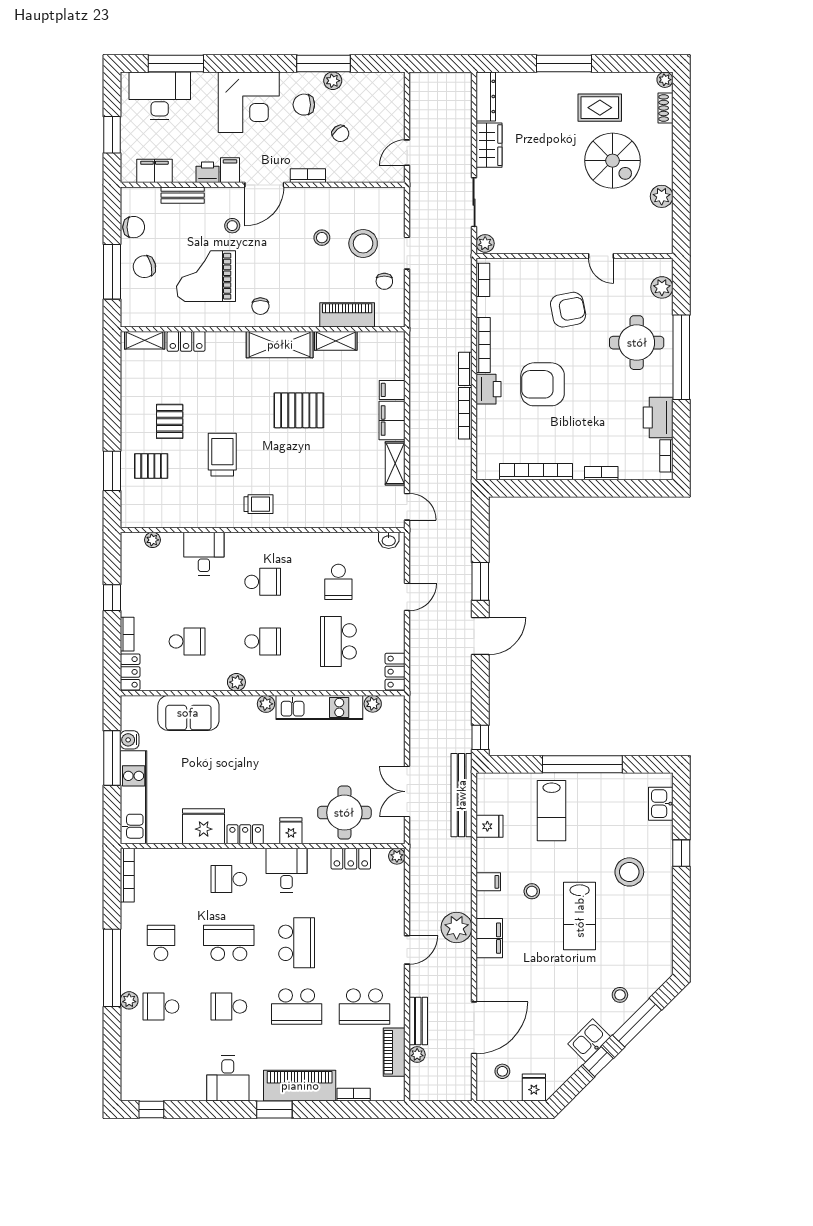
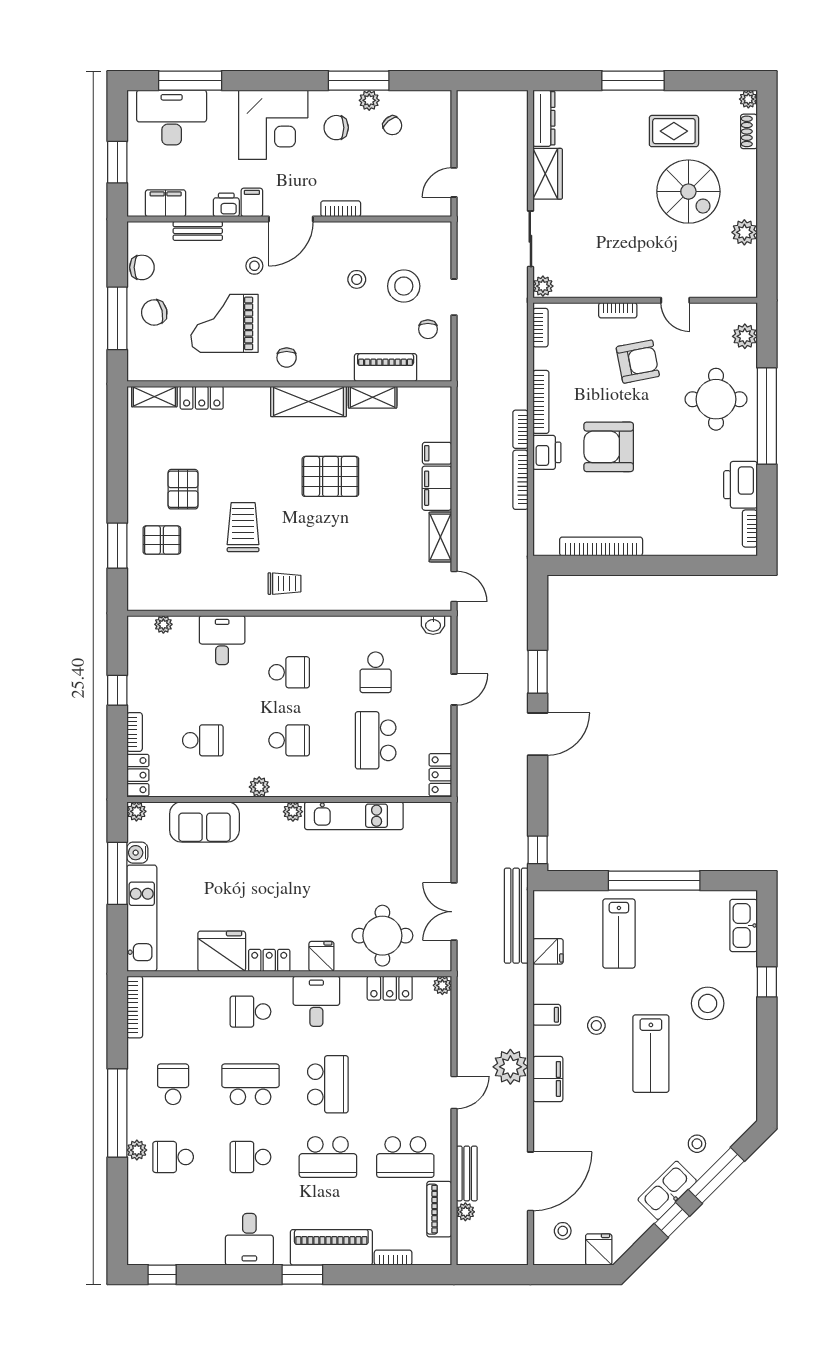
chair: (340, 133) -> (392, 125), moved
bookcase: (601, 473) -> (618, 310), moved, turned 180
plant: (373, 704) -> (136, 811), moved
kitchen sink: (661, 804) -> (744, 925), width x1.38
kitchen sink: (589, 1040) -> (667, 1190), width x1.38

